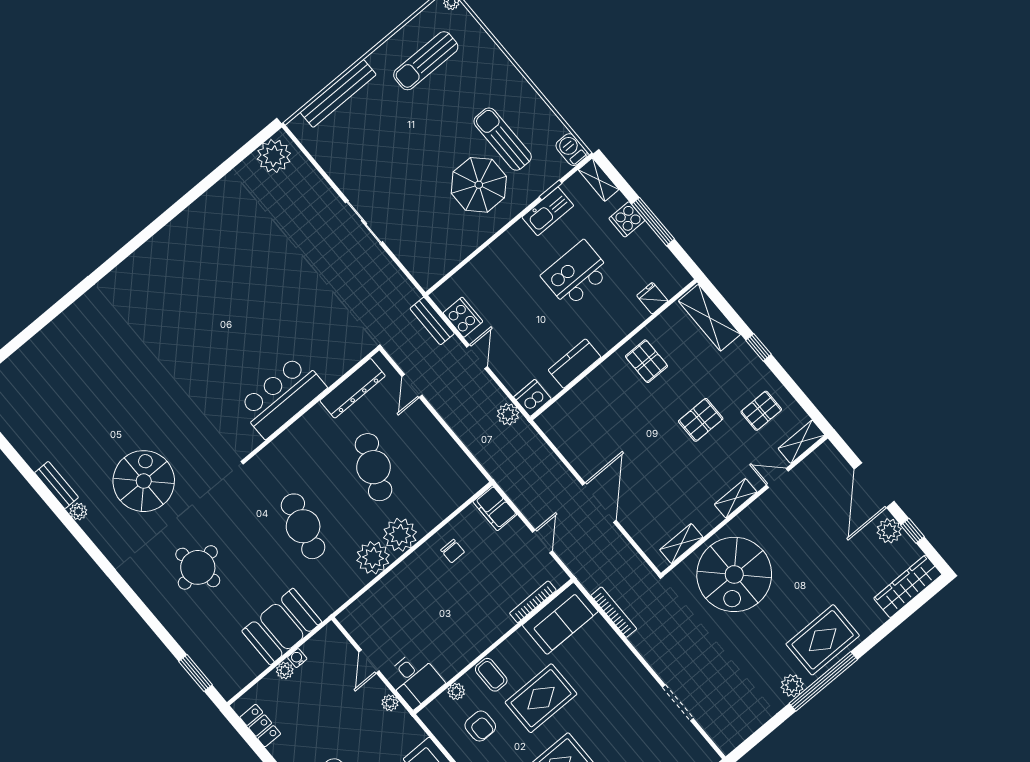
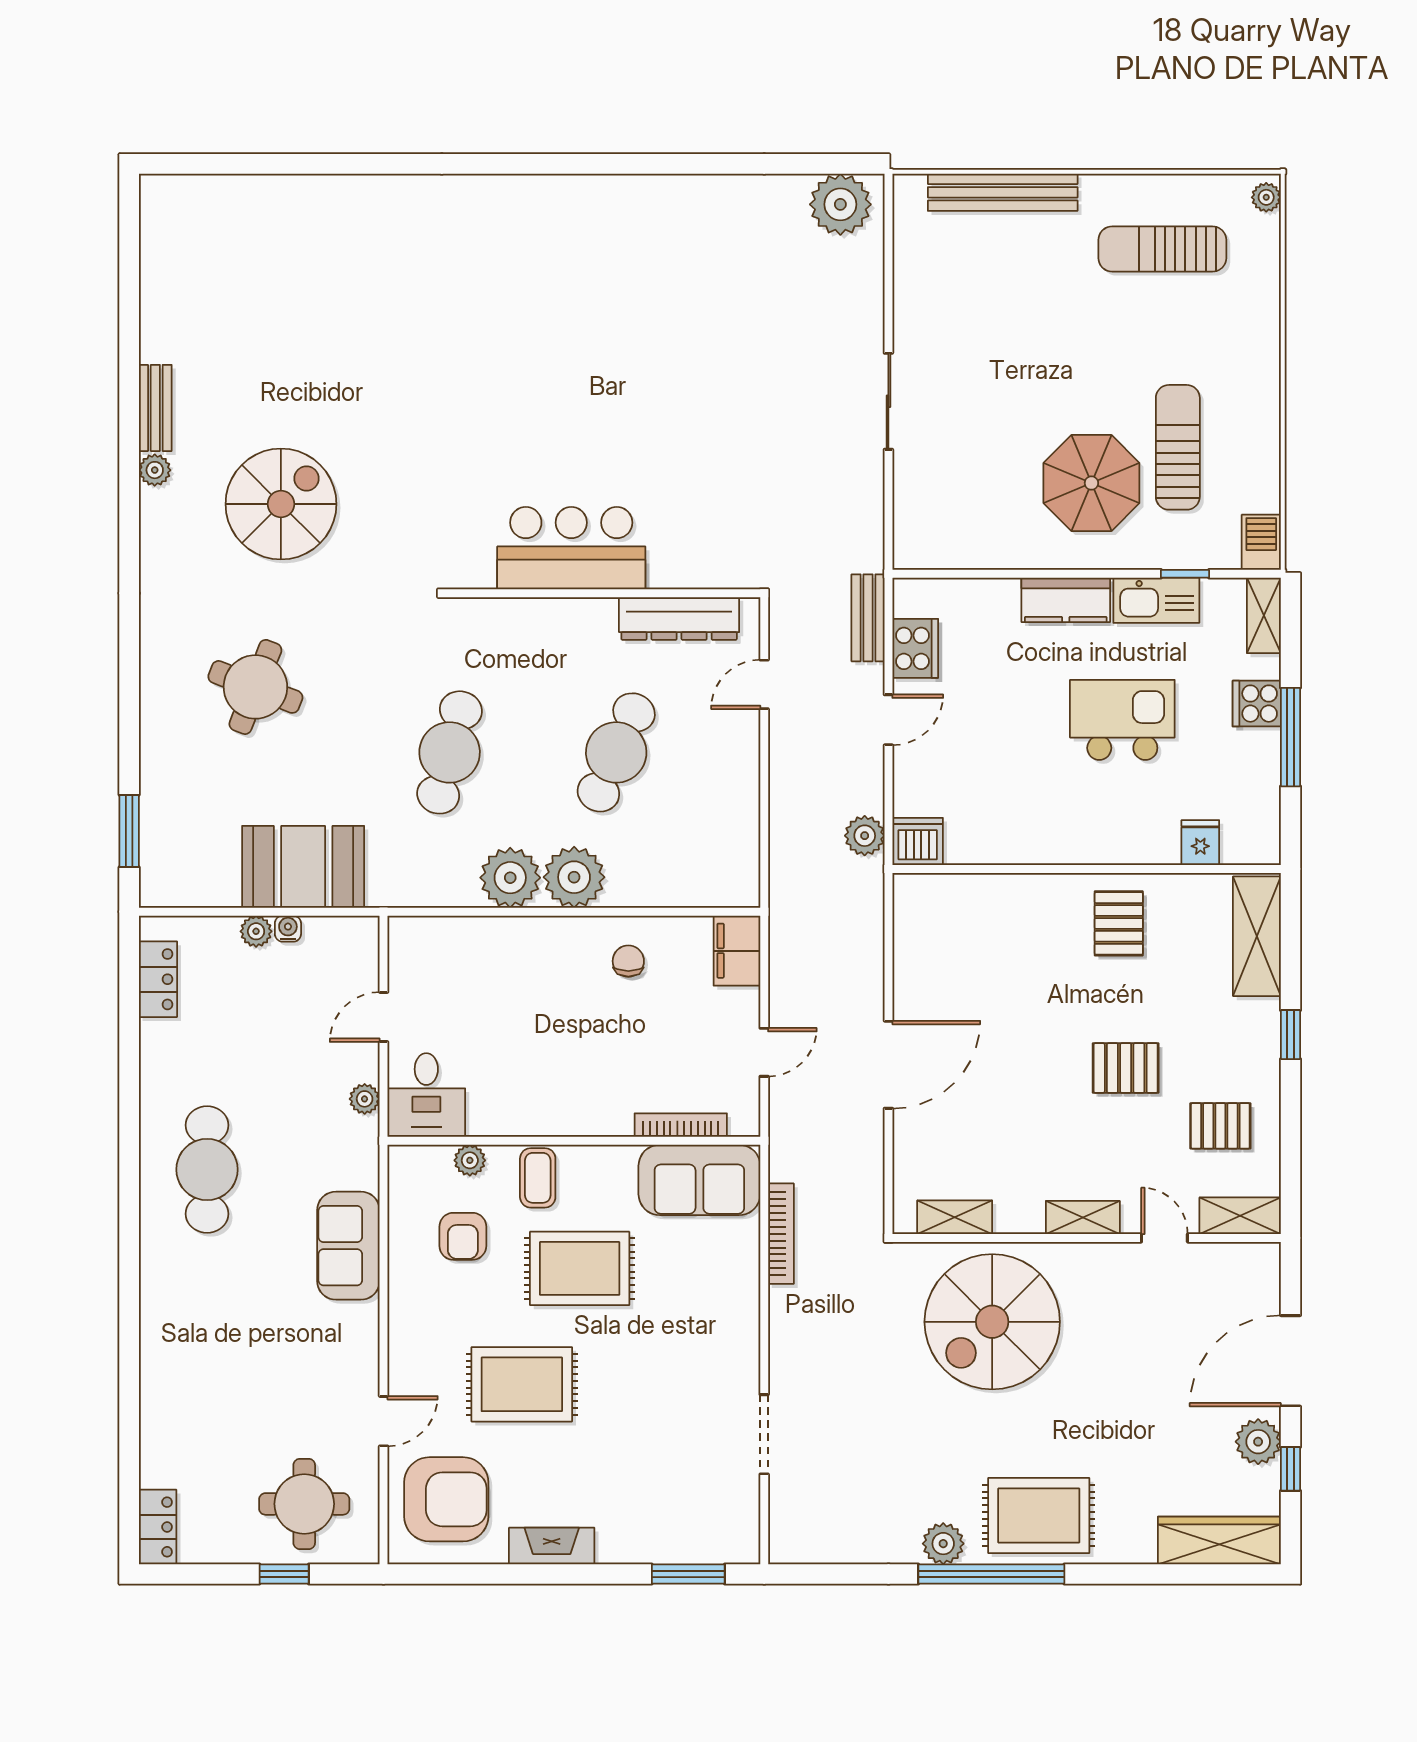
kitchen counter: (575, 364) -> (1066, 600), moved, turned 180
chair: (453, 551) -> (628, 961), turned 180
round table: (198, 567) -> (255, 687), turned 31

